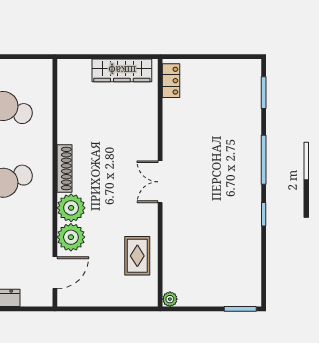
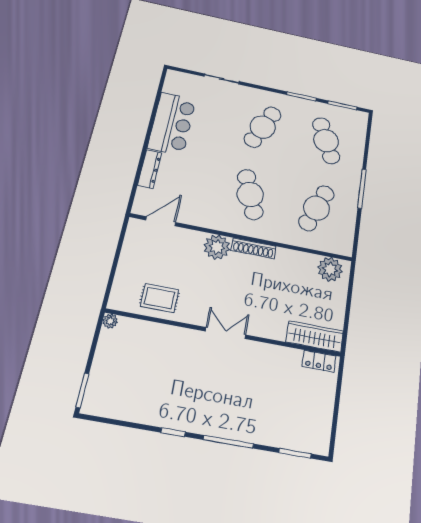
wardrobe: (122, 70) -> (315, 336), moved, turned 90
plant: (71, 237) -> (330, 269), moved
door: (55, 273) -> (161, 221), swing flipped

